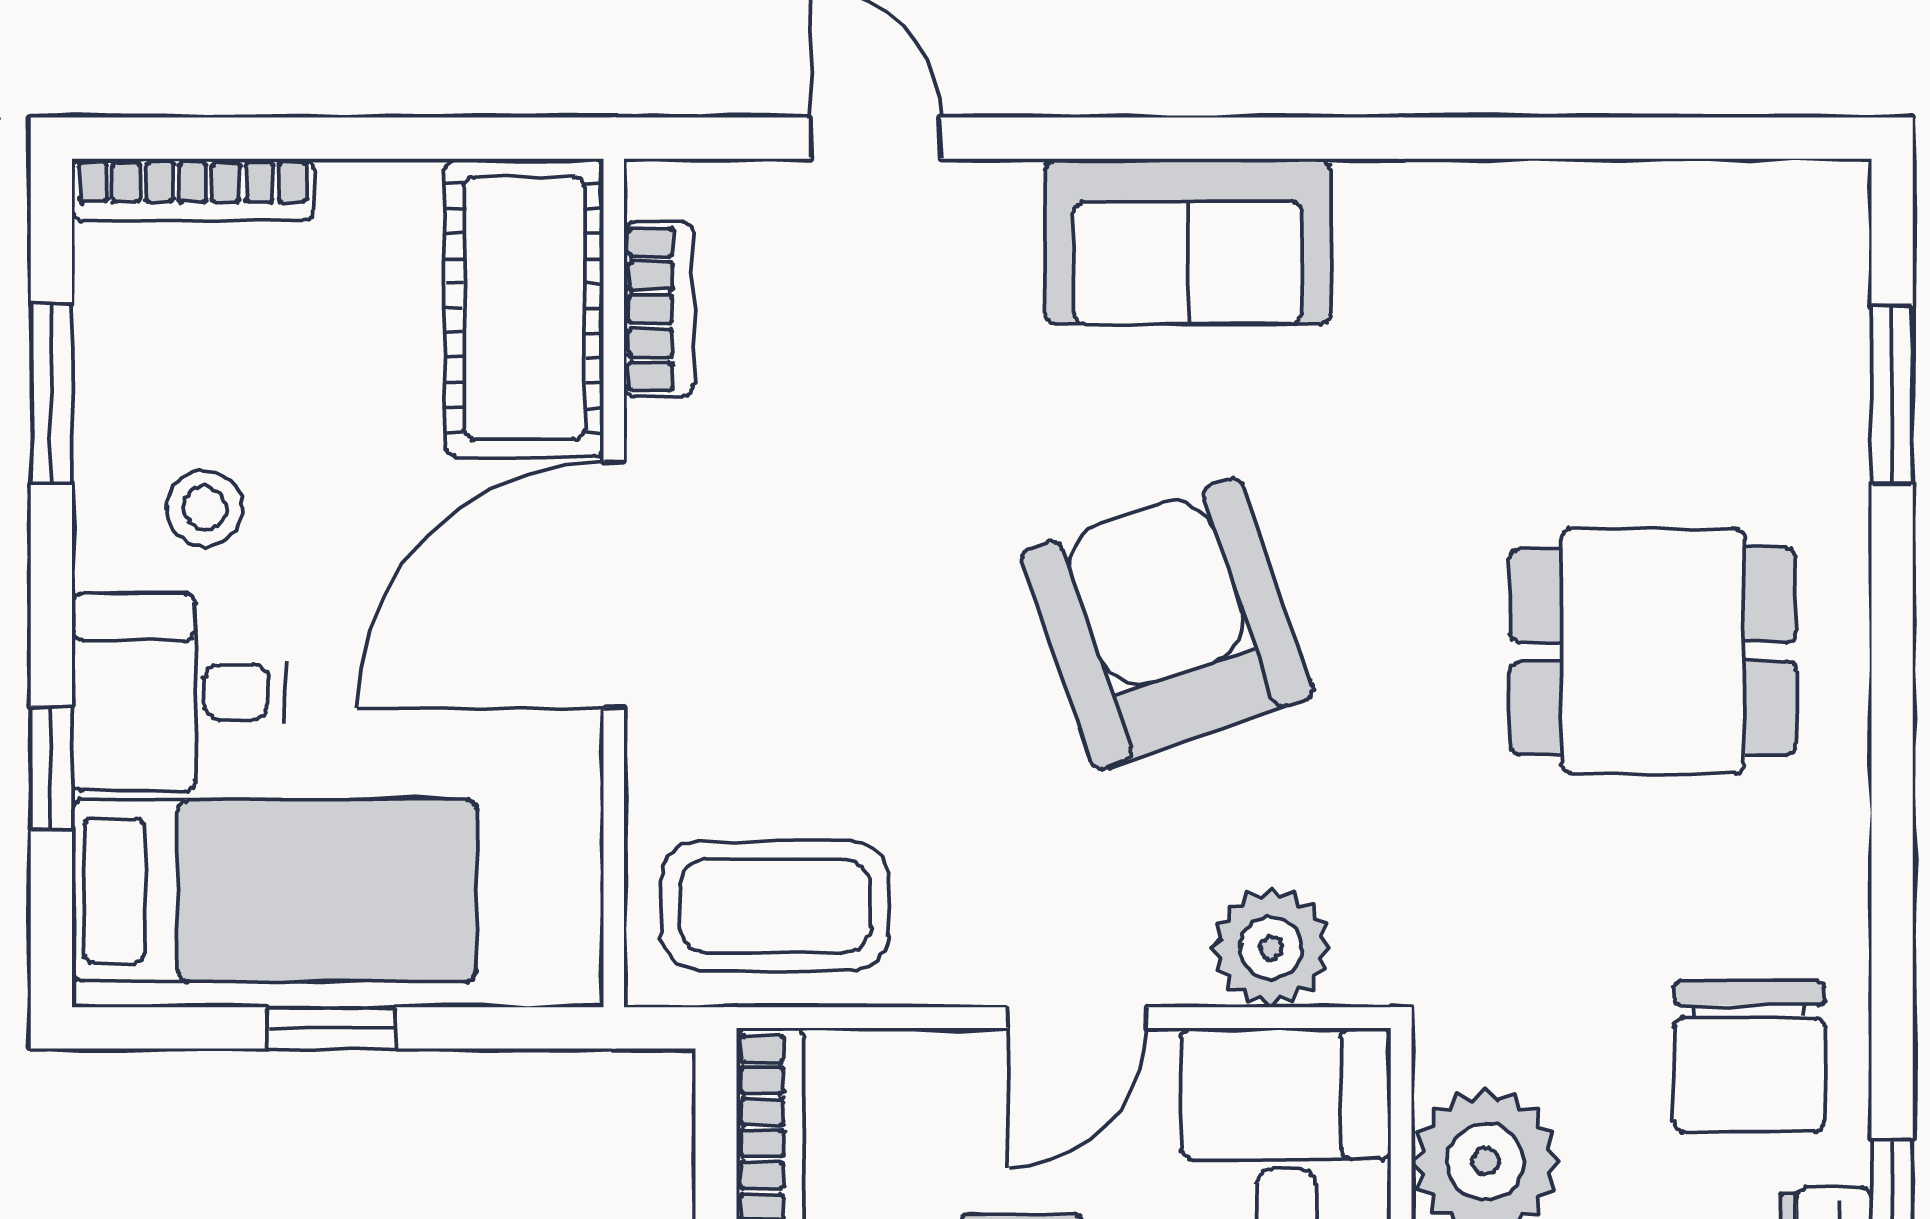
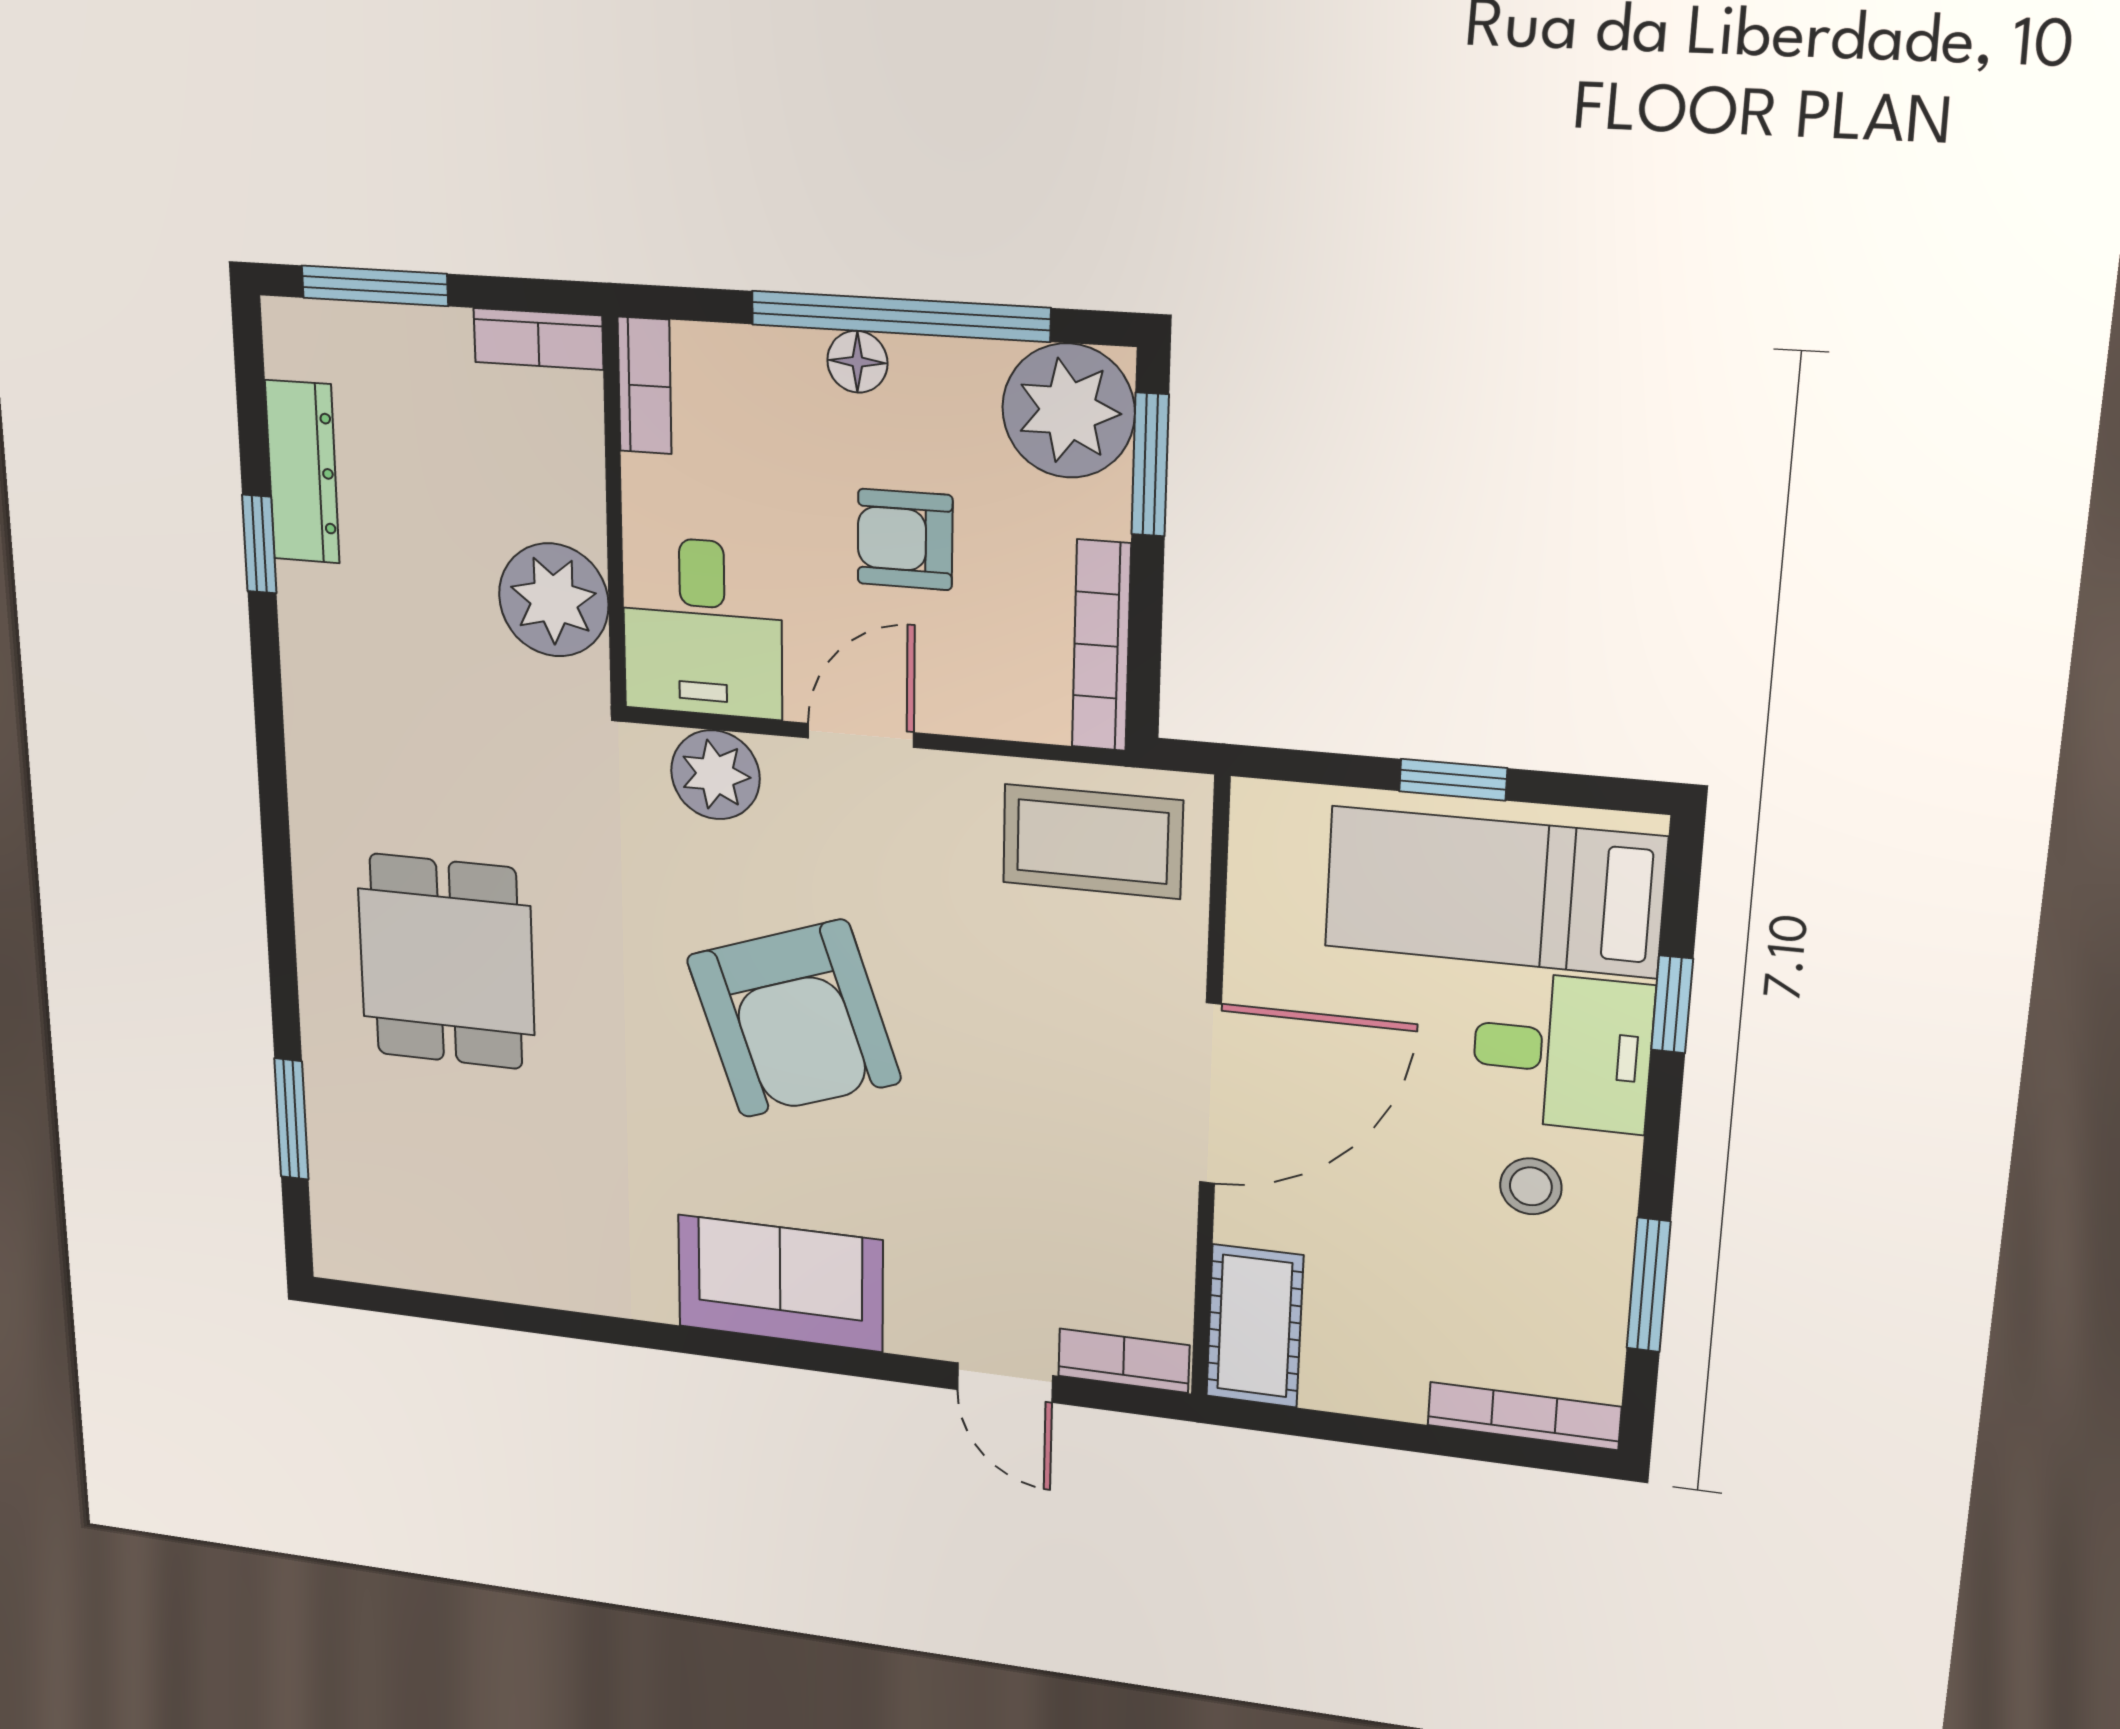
cot: (524, 308) -> (1255, 1326), width x0.73, depth x0.75
bookcase: (659, 309) -> (1124, 1361), moved, turned 90
dining table: (1653, 651) -> (446, 962), turned 90
chair: (1749, 1057) -> (366, 663), removed

